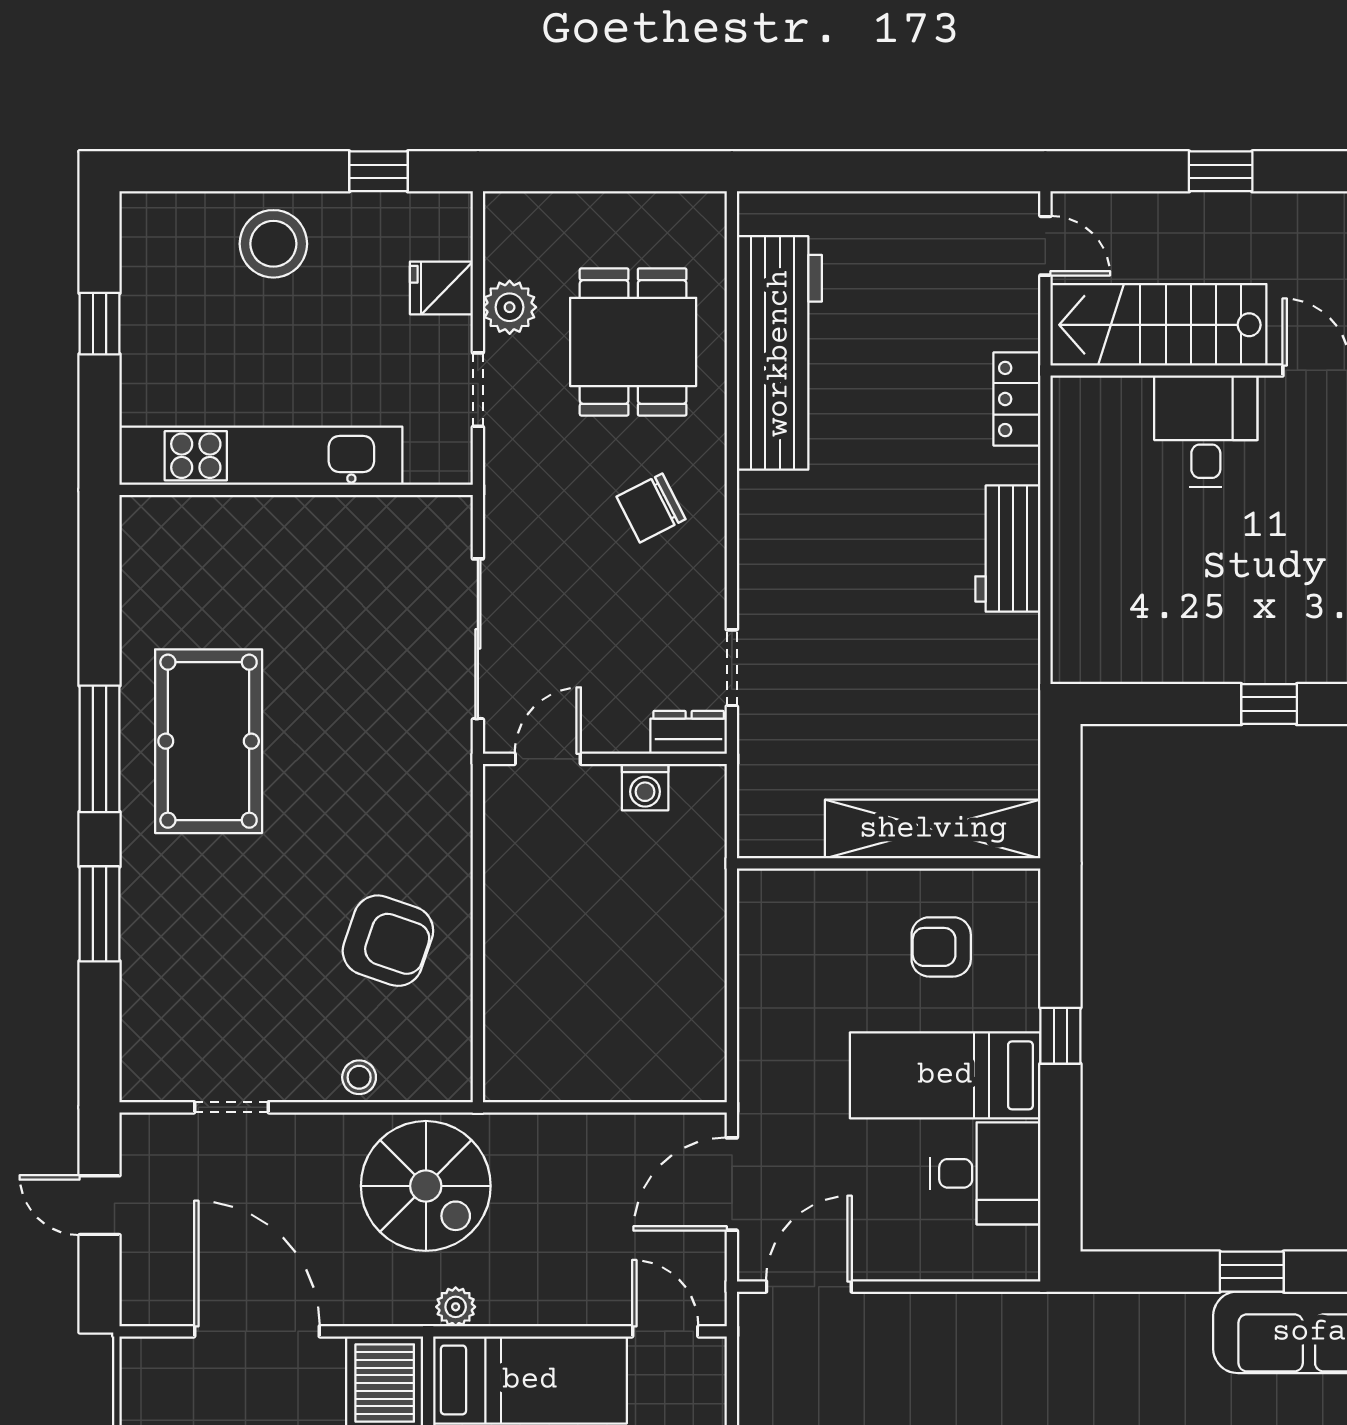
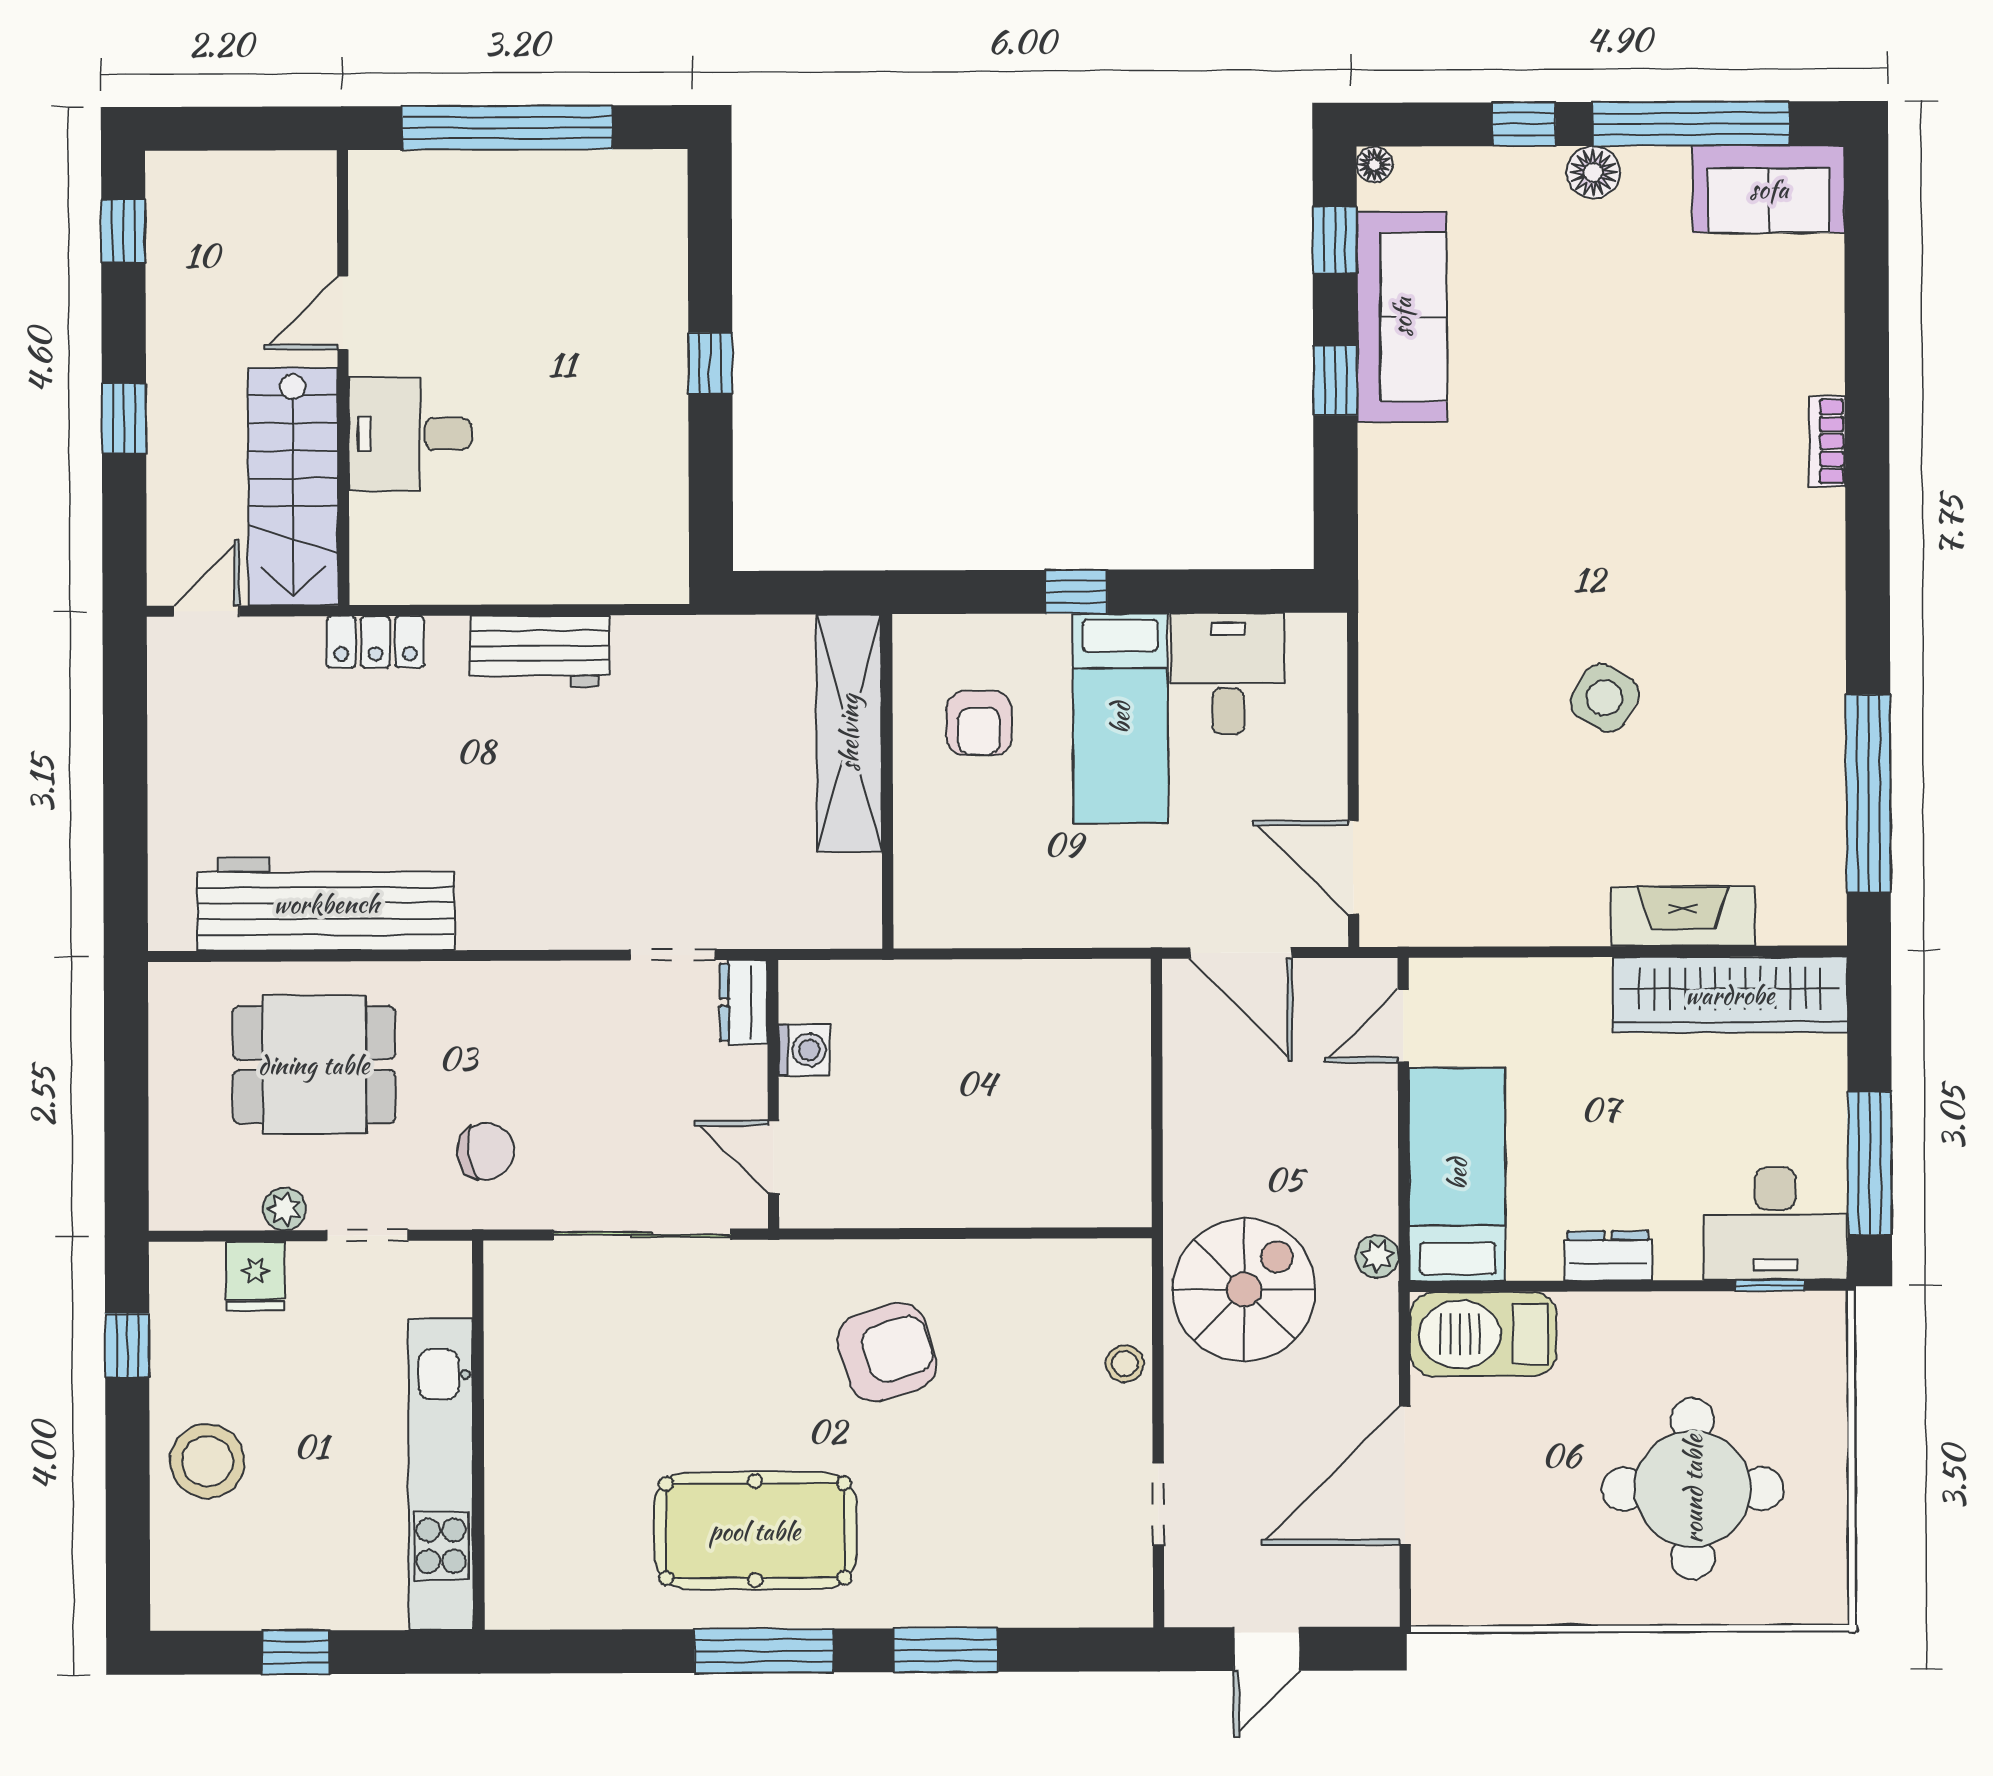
plant: (510, 307) -> (284, 1209), width x0.73, depth x0.73
chair: (651, 508) -> (486, 1151), moved, turned -71
armchair: (388, 941) -> (887, 1352), moved, turned 54

